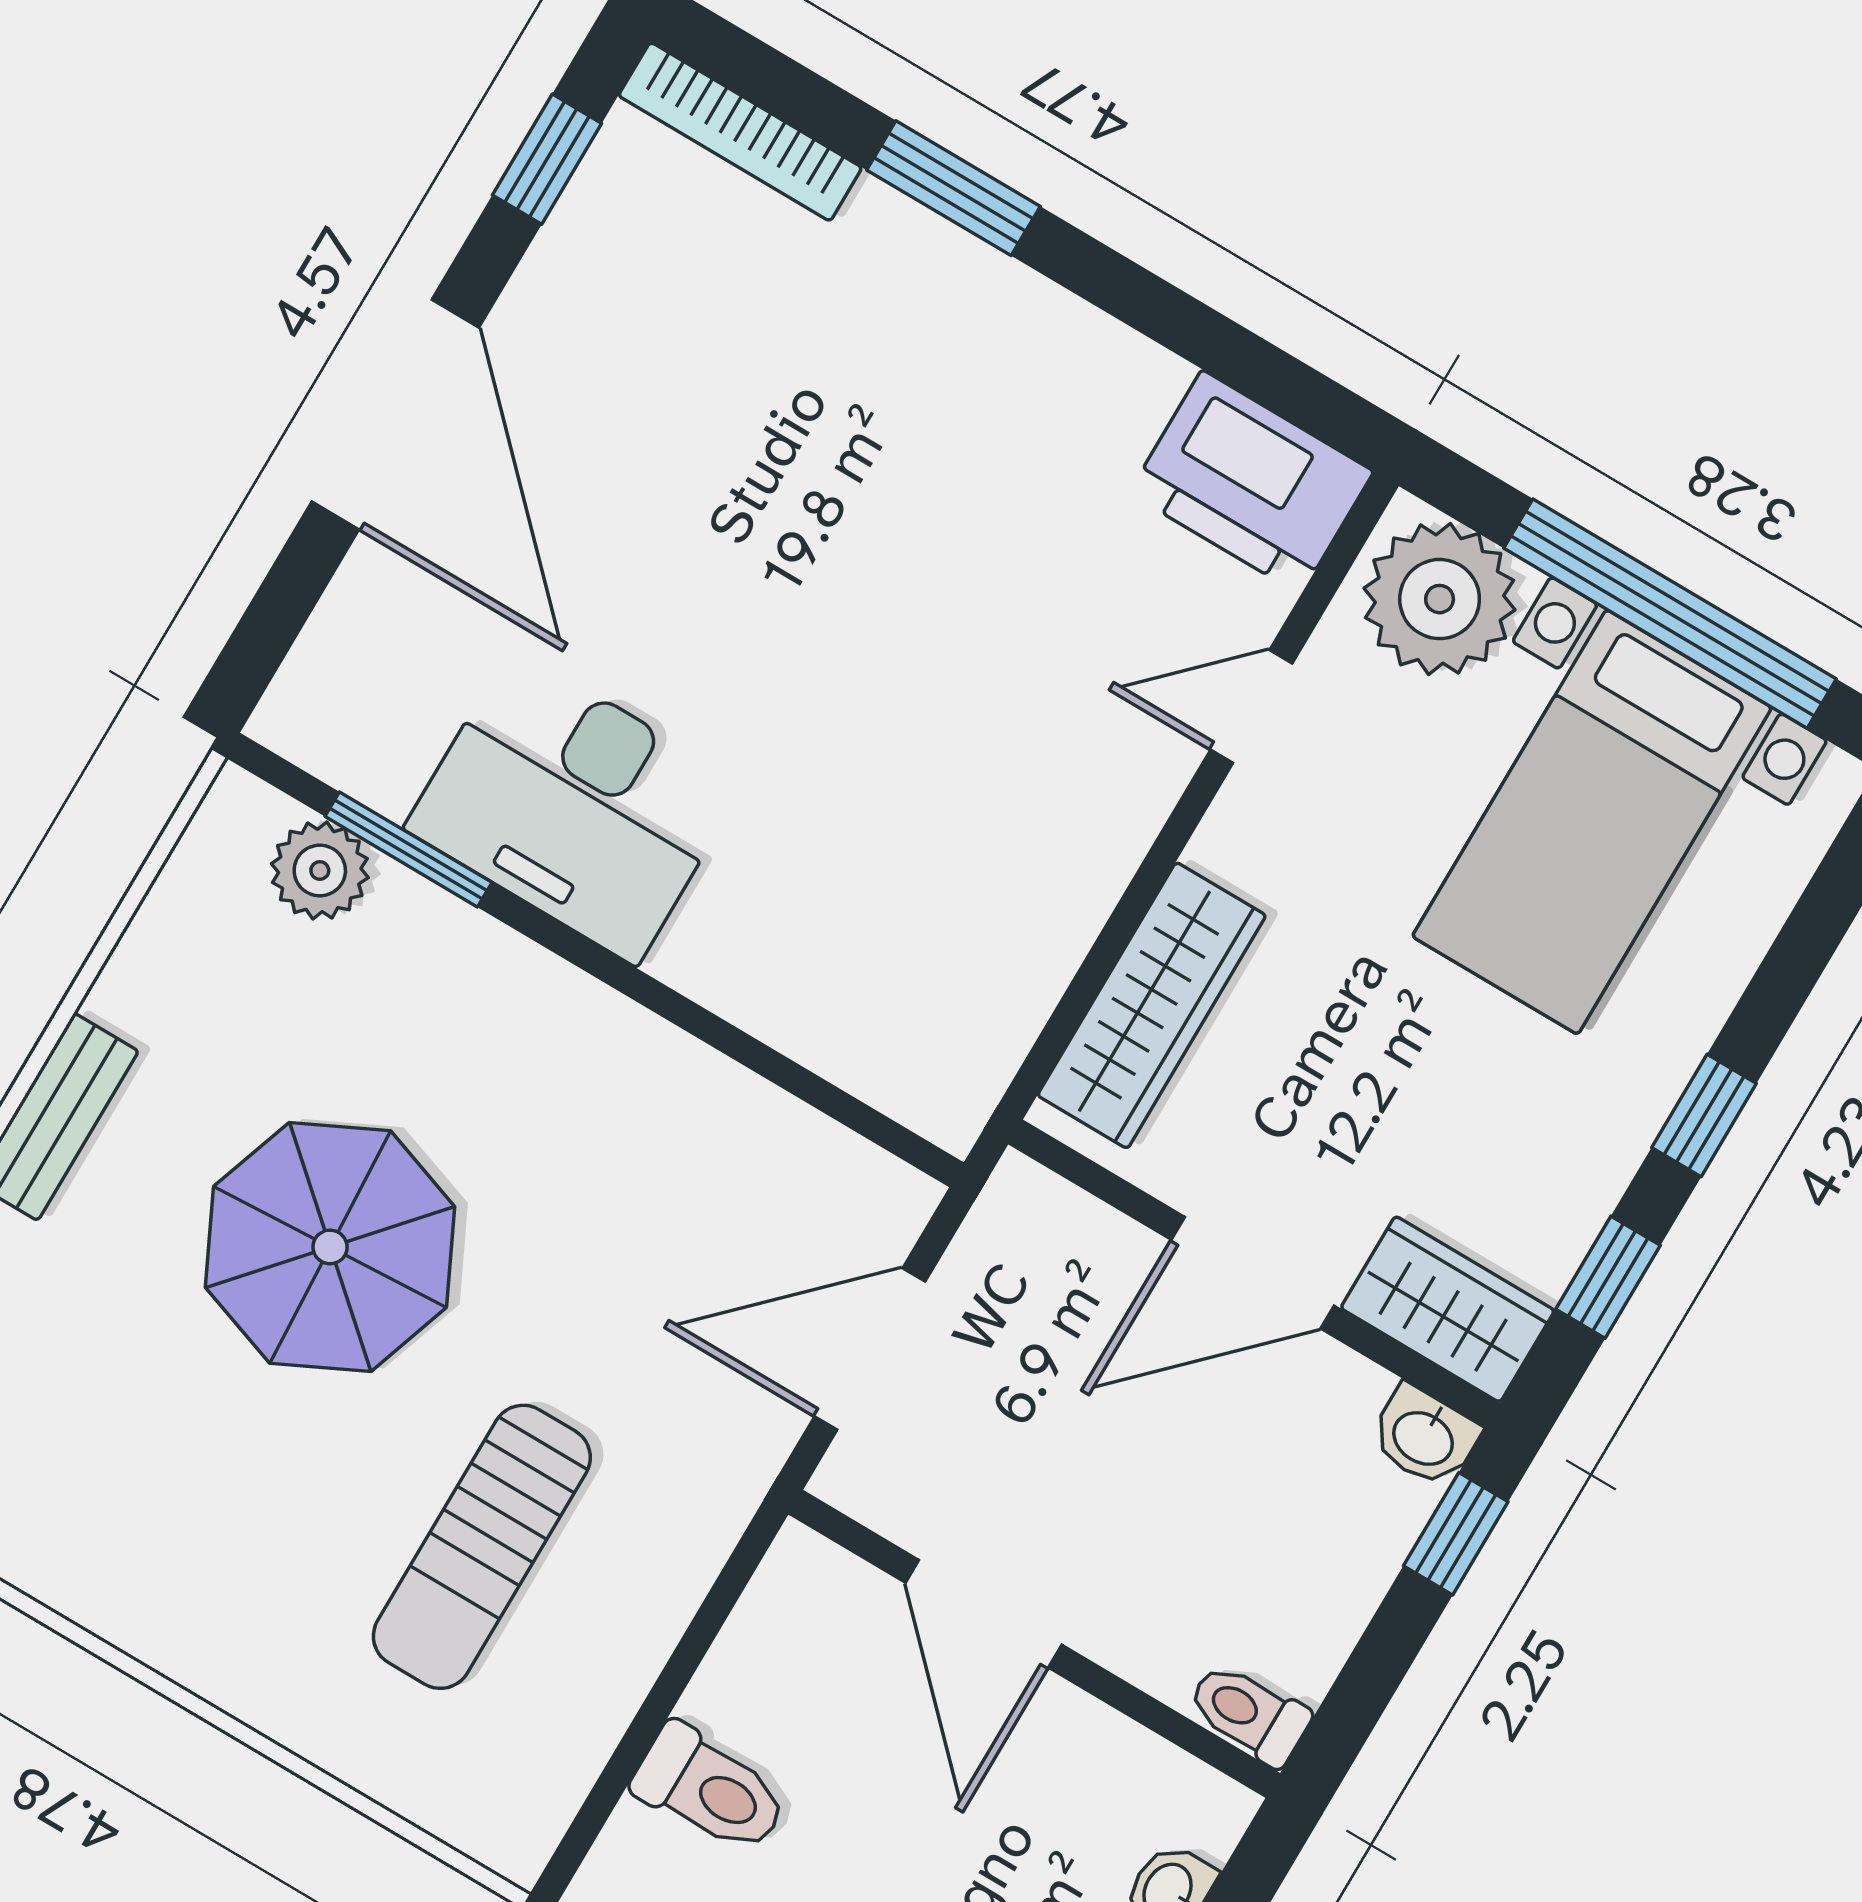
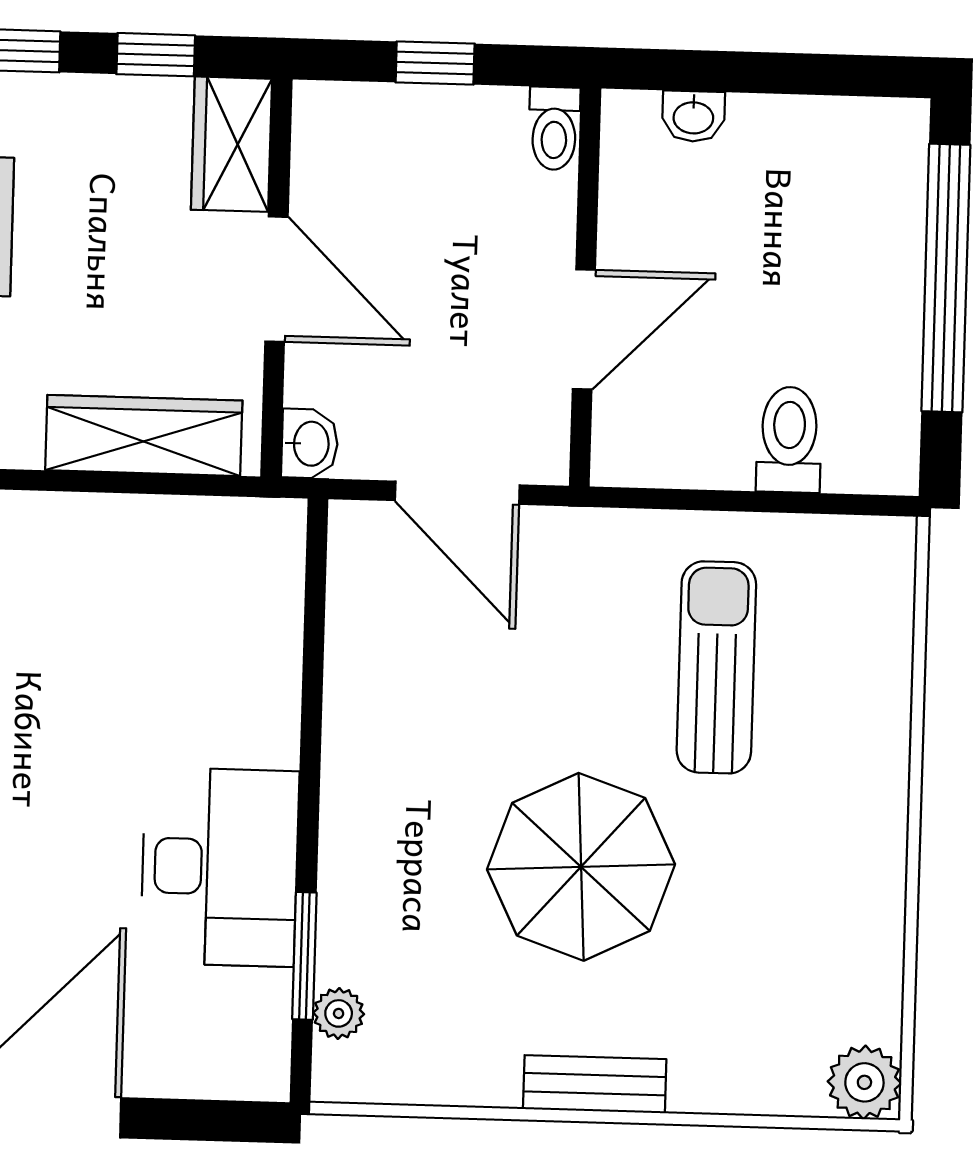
plant: (320, 871) -> (339, 1013), width x0.73, depth x0.73
washbasin: (1424, 1436) -> (310, 444), moved
window: (1456, 1534) -> (435, 63), moved
sun lounger: (482, 1547) -> (716, 667), turned -90

